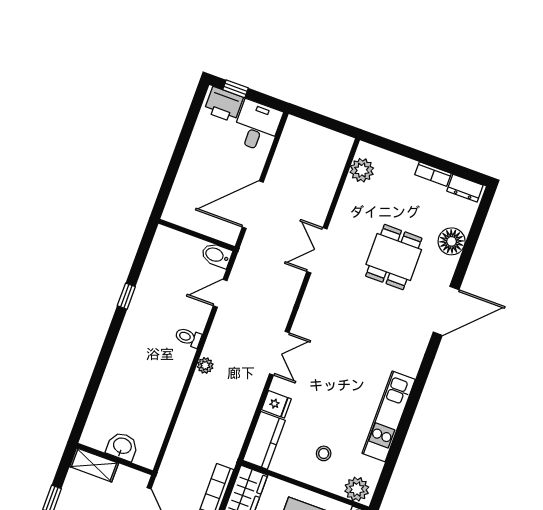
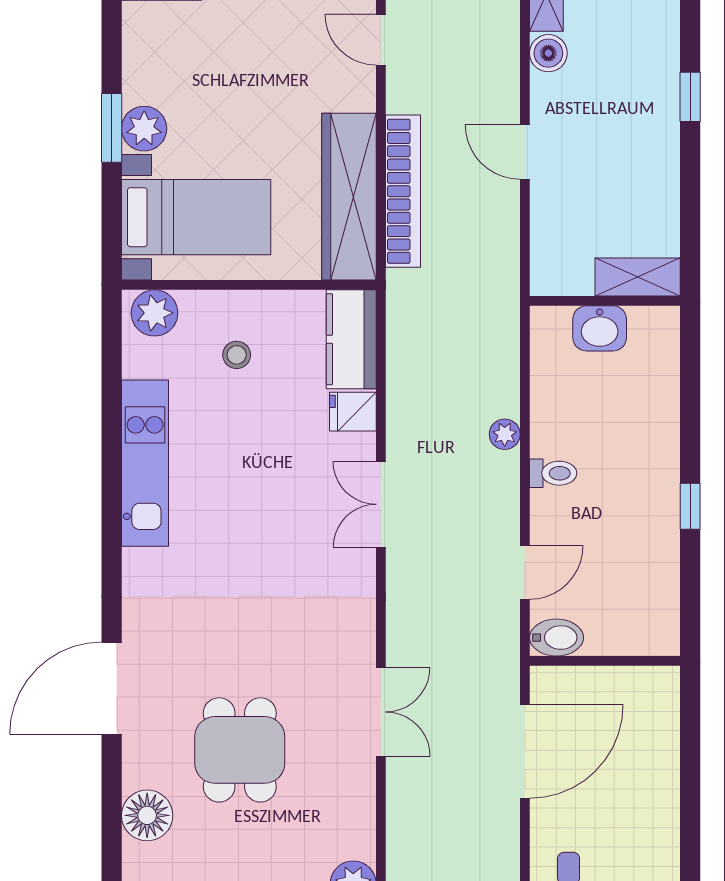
washbasin: (122, 446) -> (600, 328), moved
wall: (115, 459) -> (605, 301), moved
shelving: (94, 465) -> (638, 277), moved

